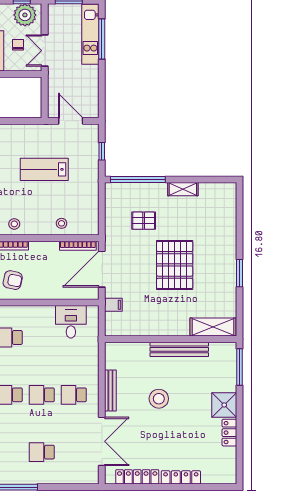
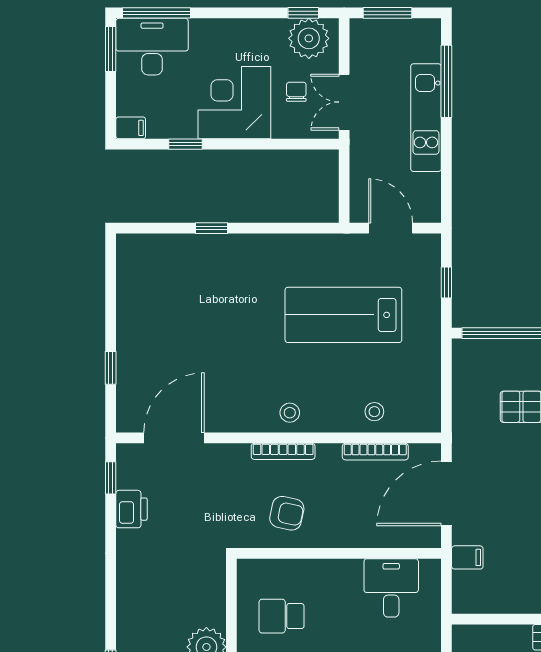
kitchen unit: (90, 34) -> (426, 118), moved
lab bench: (44, 169) -> (343, 315), width x1.36, depth x1.39
bookcase: (78, 246) -> (375, 452), moved

